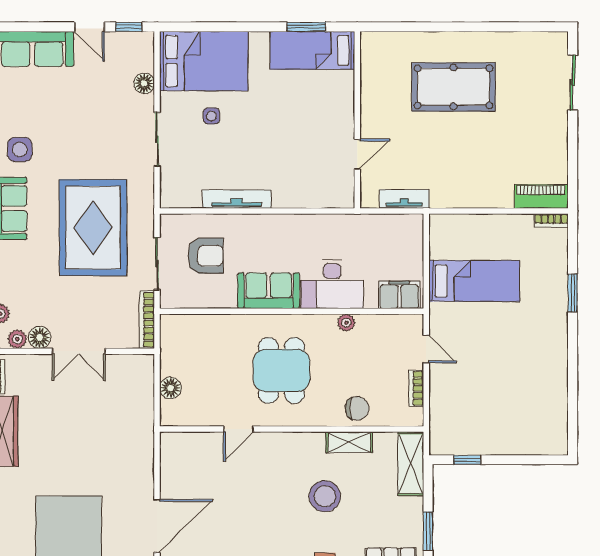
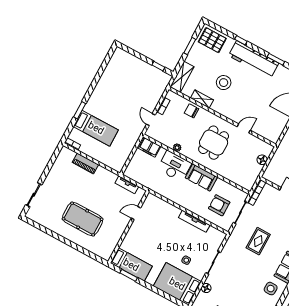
piano: (541, 197) -> (85, 164), moved
rug: (93, 228) -> (258, 241), width x0.54, depth x0.49
bed: (474, 281) -> (96, 128), moved, turned 180

